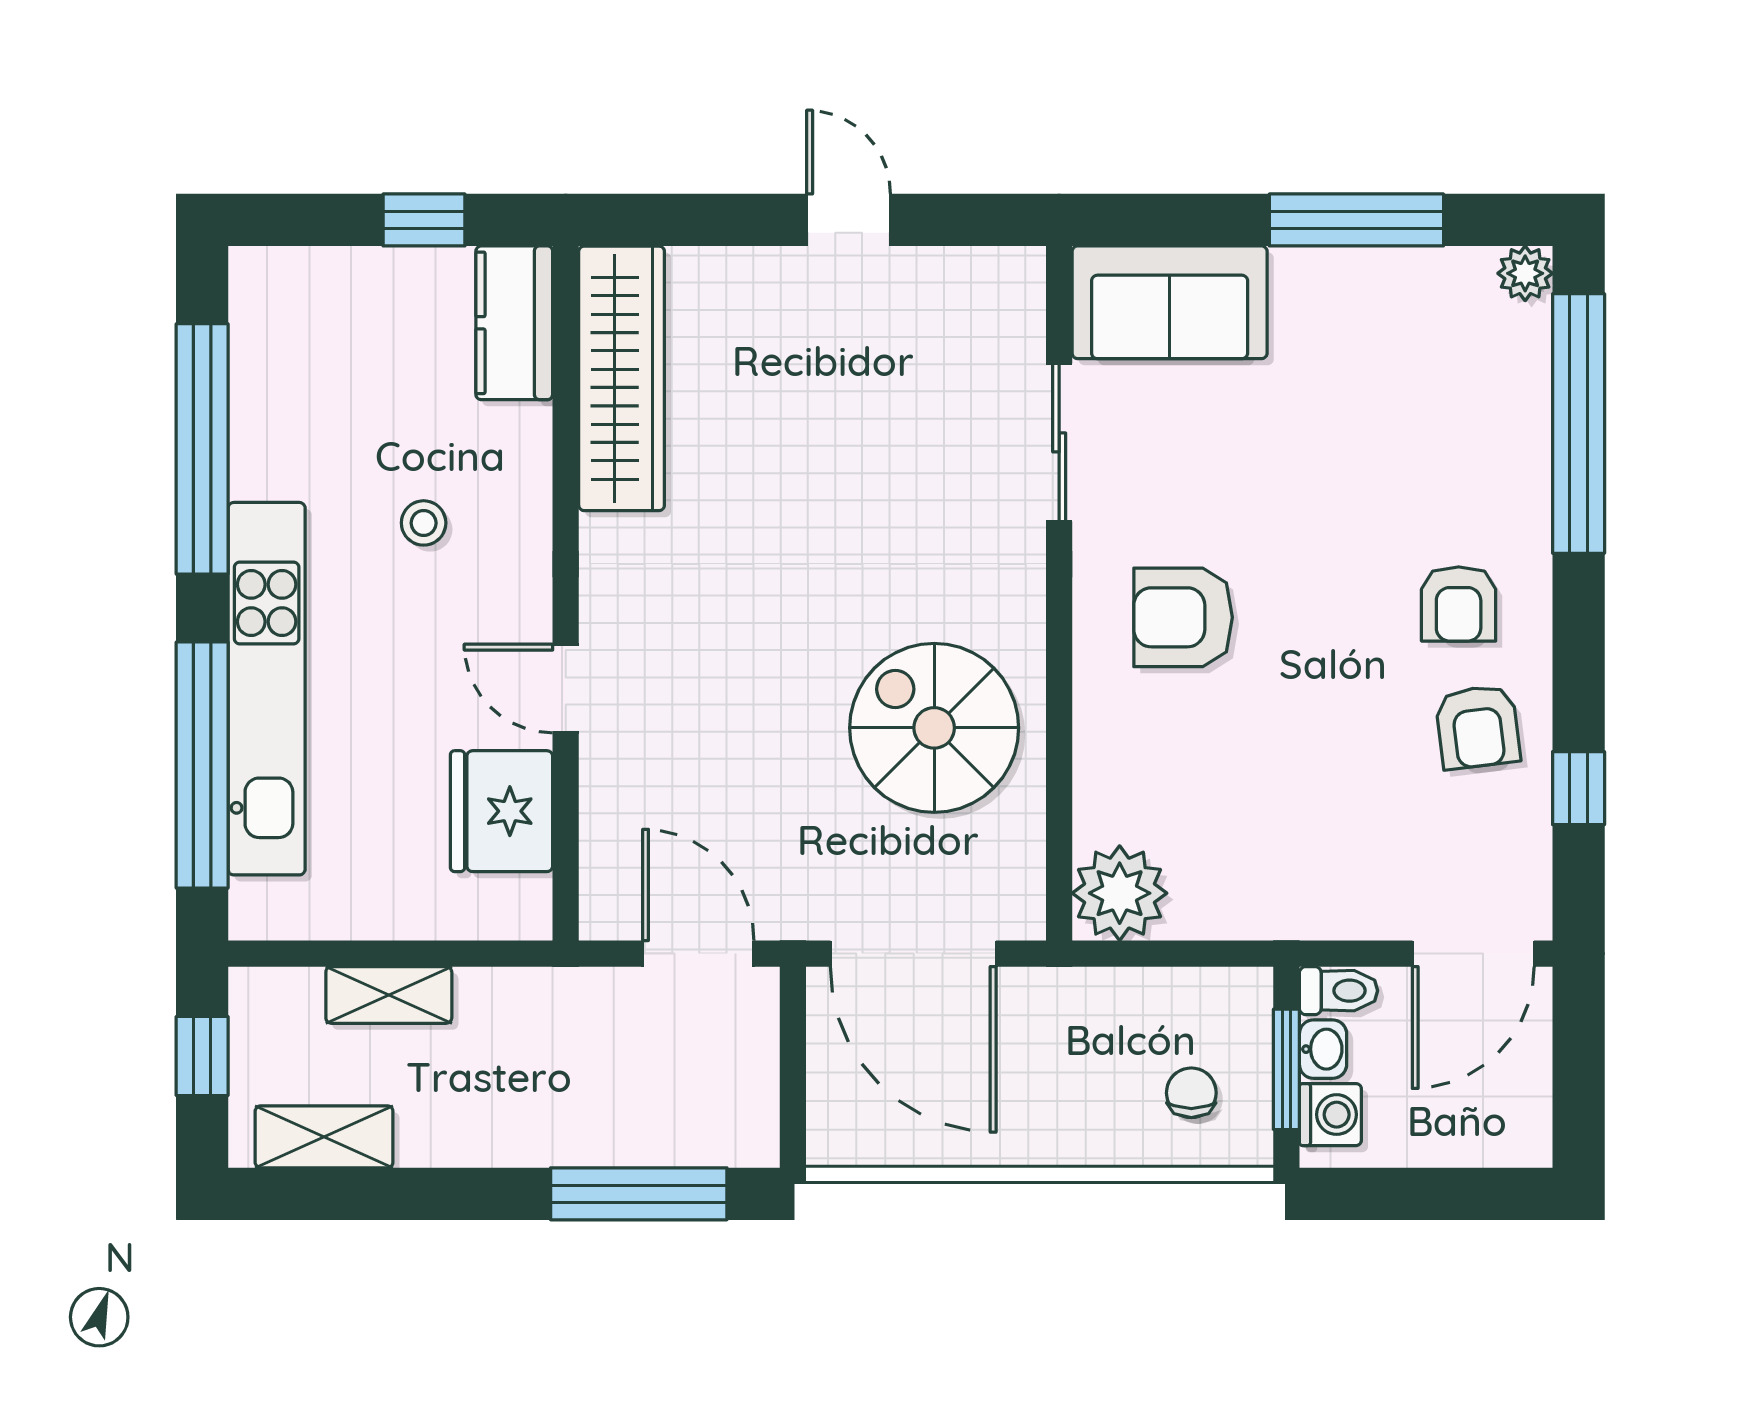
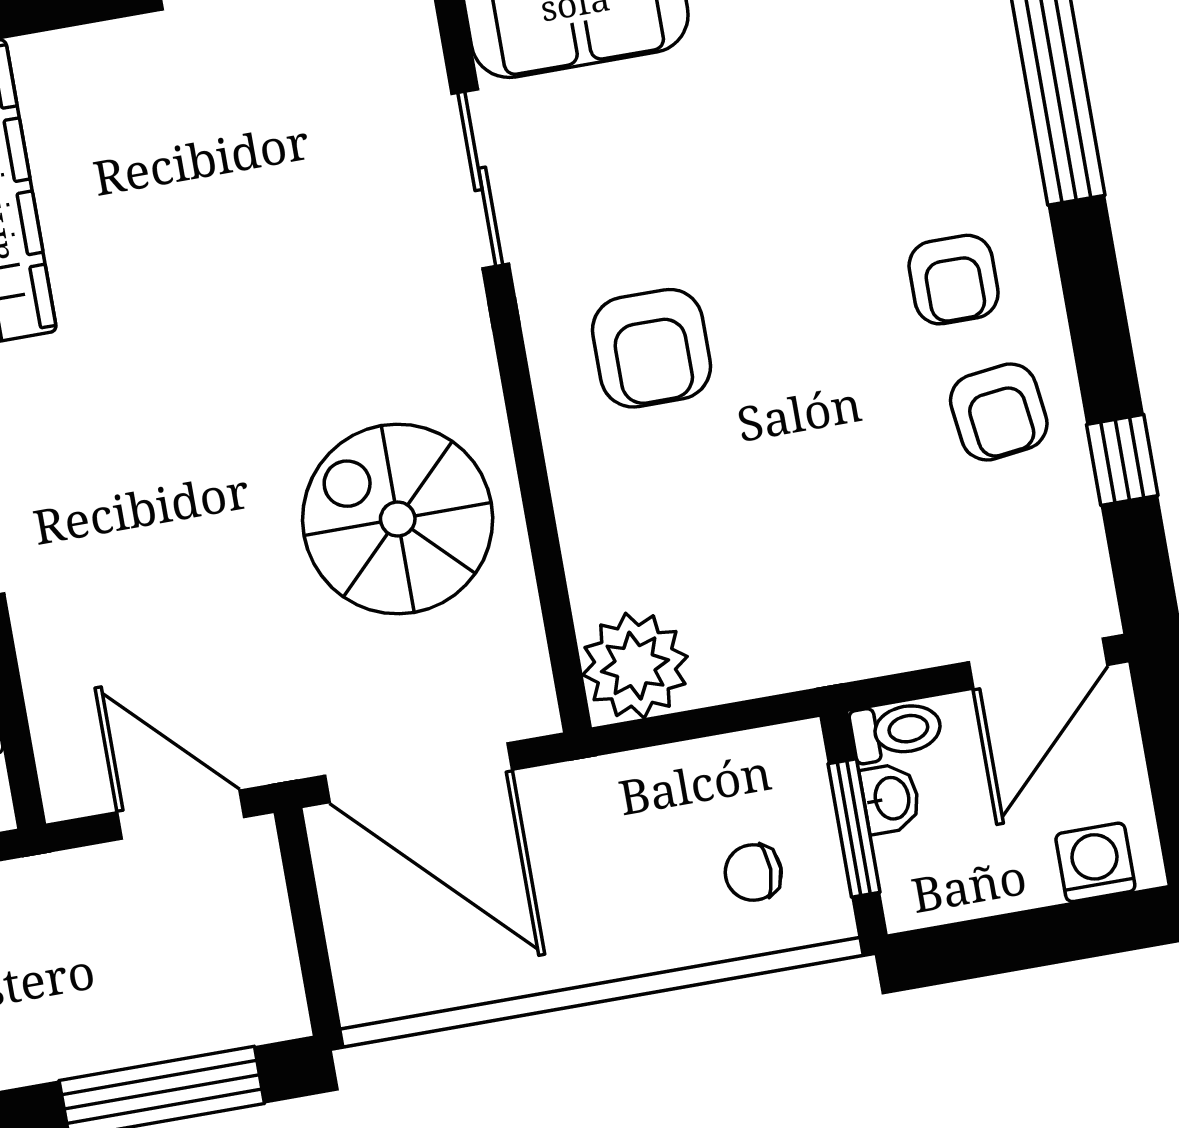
armchair: (1183, 617) -> (651, 348), turned -90
chair: (1191, 1093) -> (753, 872), turned -90
washing machine: (1330, 1115) -> (1095, 862), moved, turned -90

